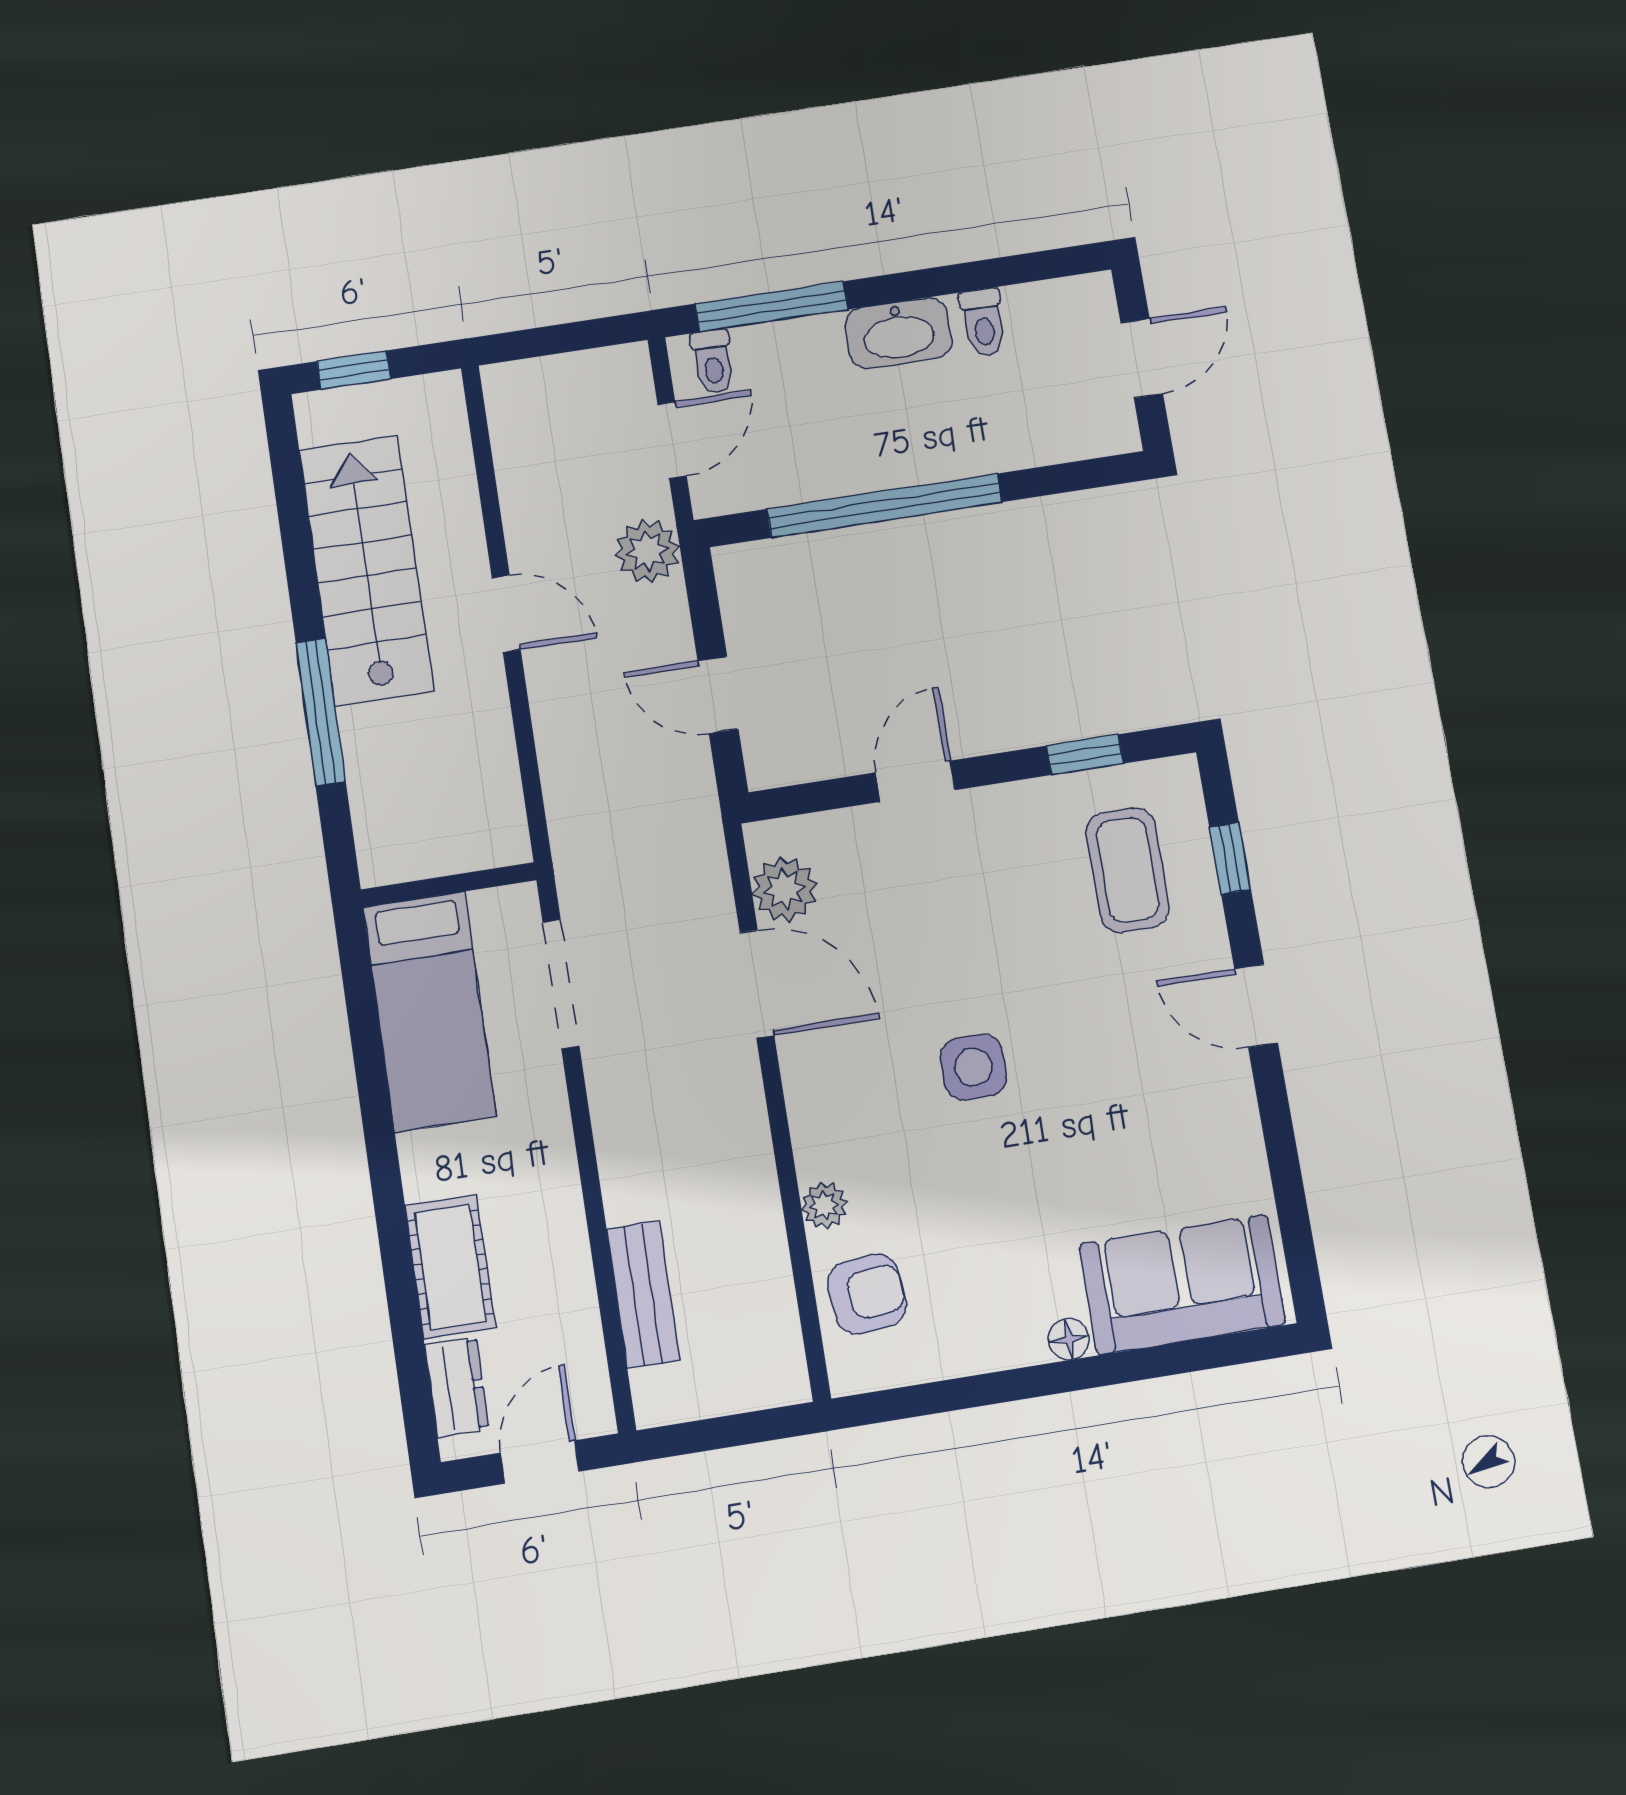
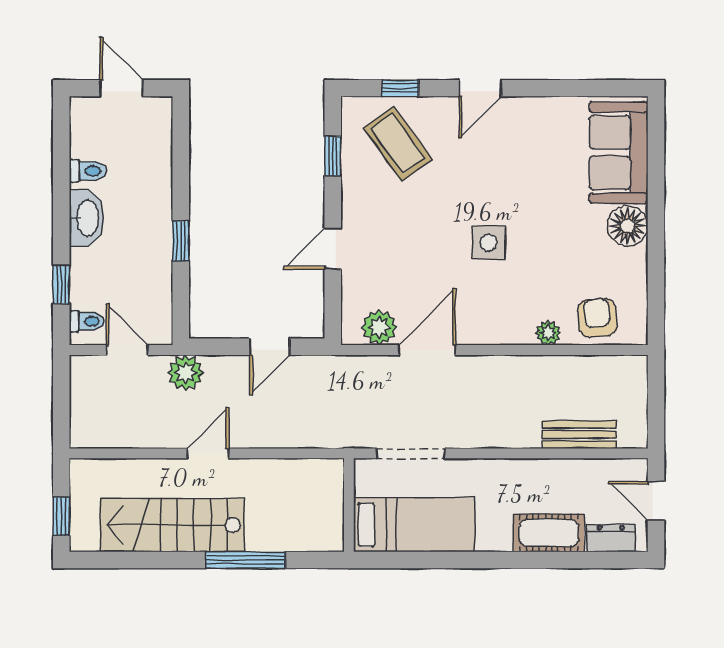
window: (771, 307) -> (61, 285), width x0.46
window: (884, 506) -> (181, 241), width x0.32
door: (915, 781) -> (333, 249), hinge flipped
coffee table: (1128, 870) -> (398, 144), turned 54
floor lamp: (1069, 1339) -> (628, 226), width x1.89, depth x1.89

